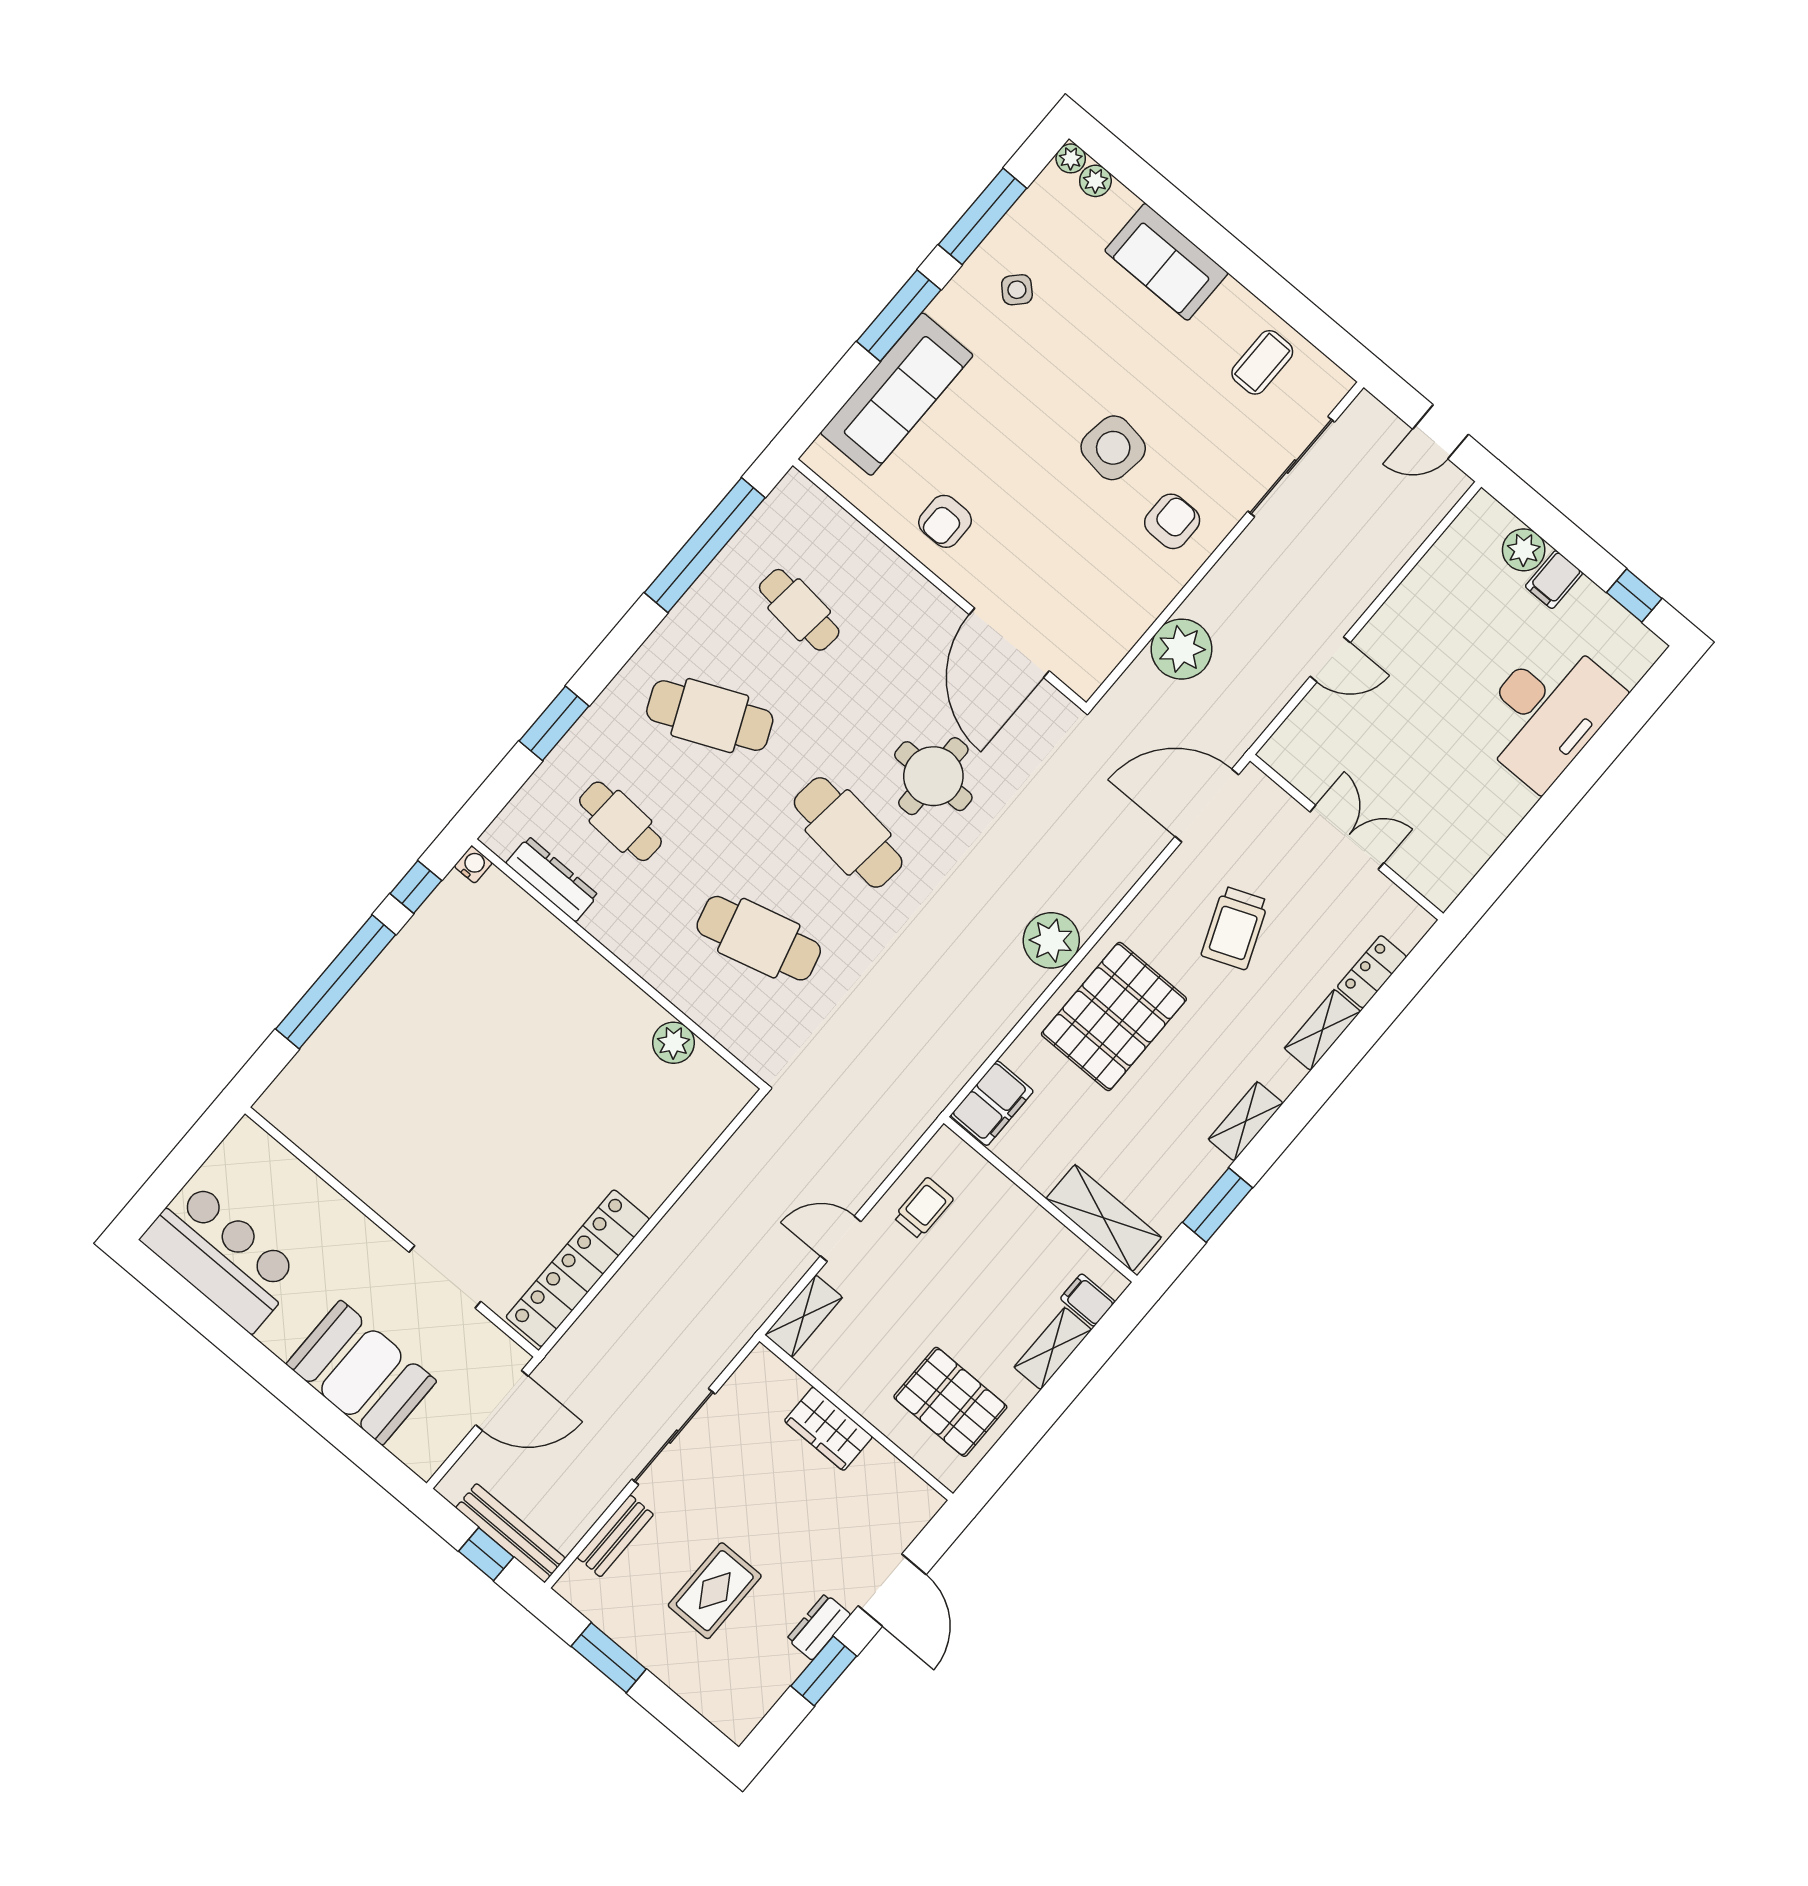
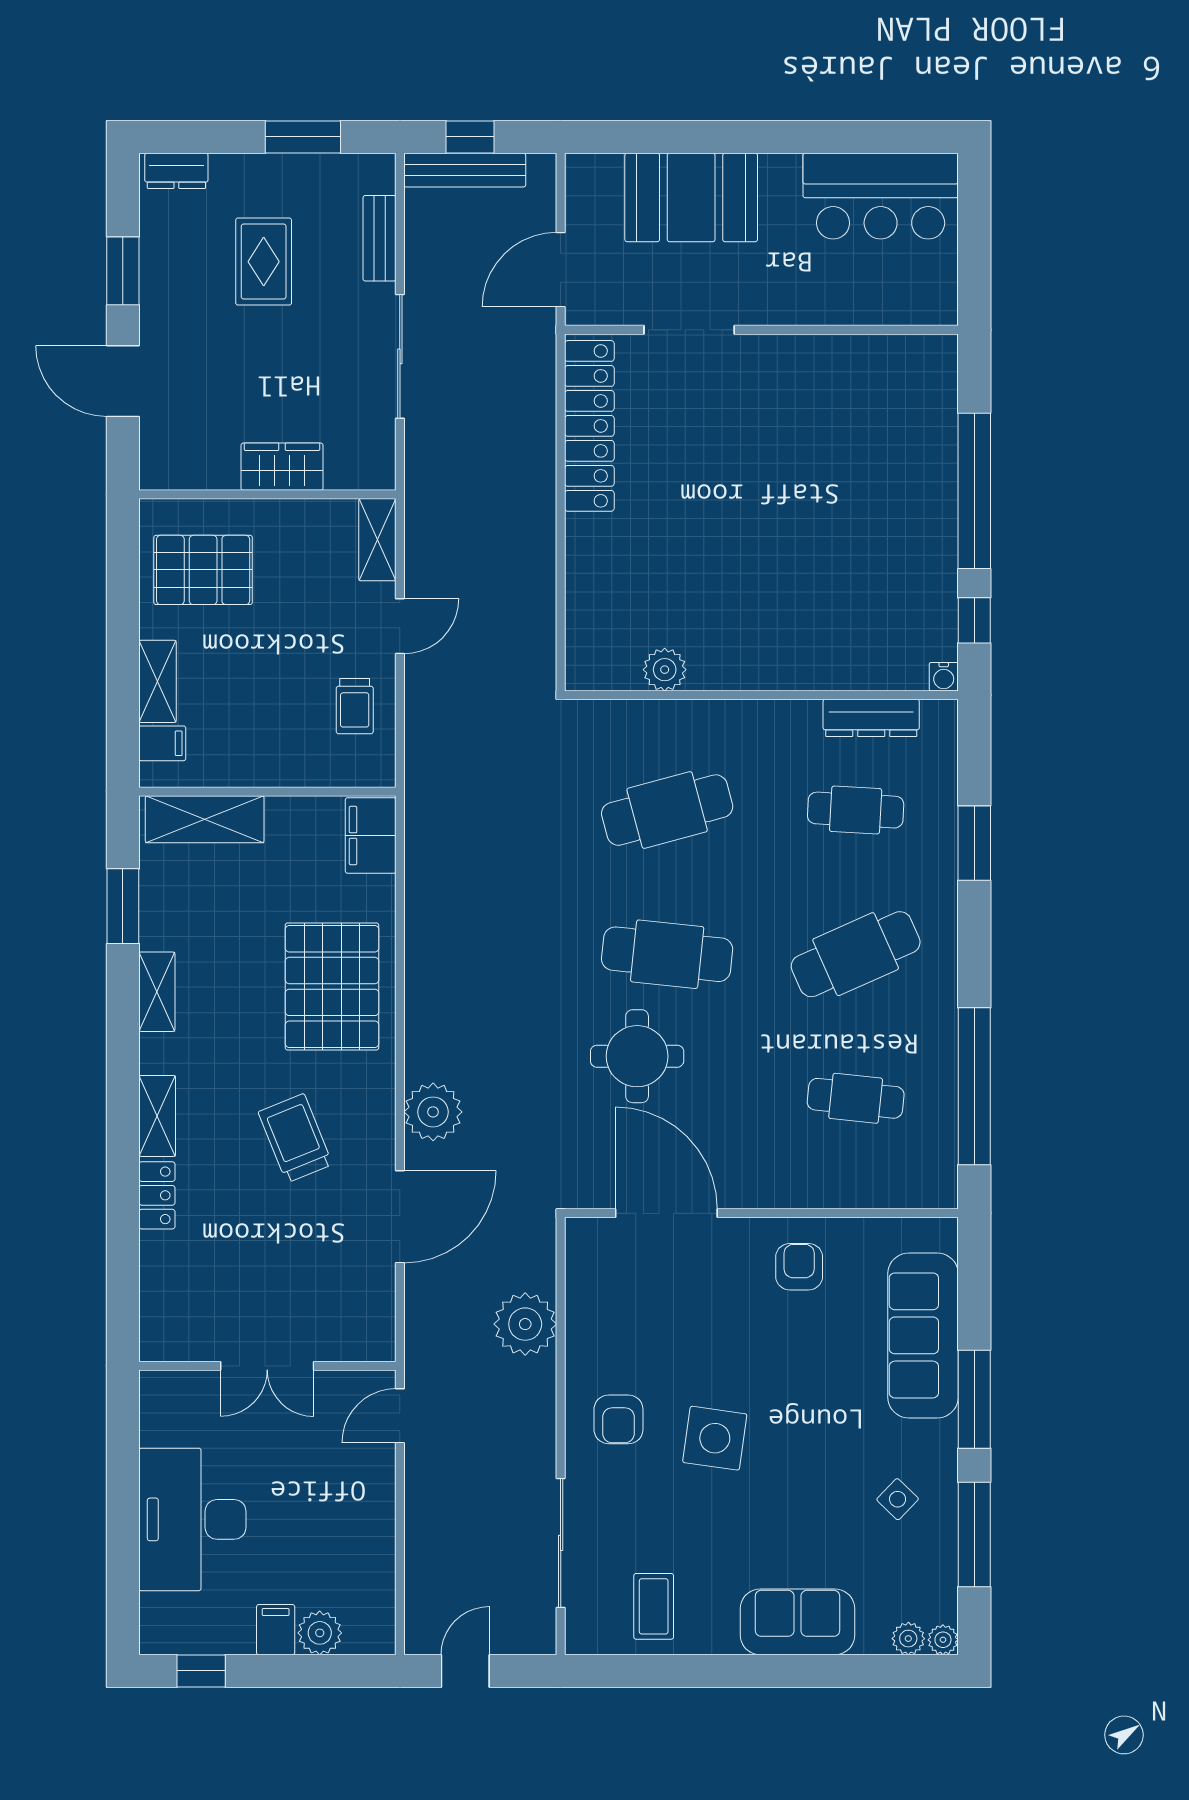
double door: (1347, 837) -> (267, 1366), moved
wall: (1347, 837) -> (267, 1366), moved
plant: (1051, 940) -> (433, 1112), moved
dresser: (819, 1627) -> (176, 171), moved, turned 90

